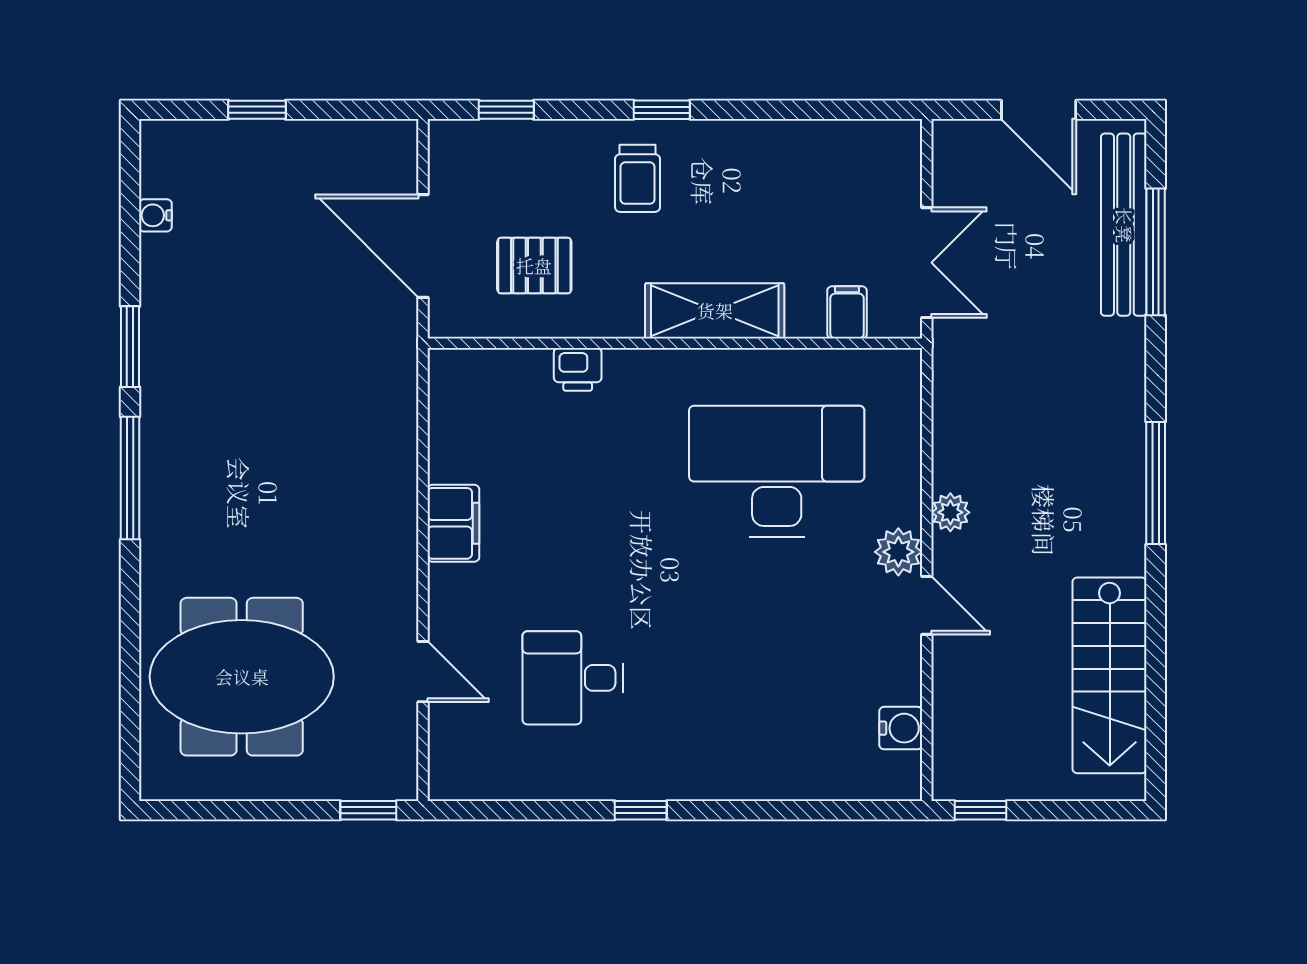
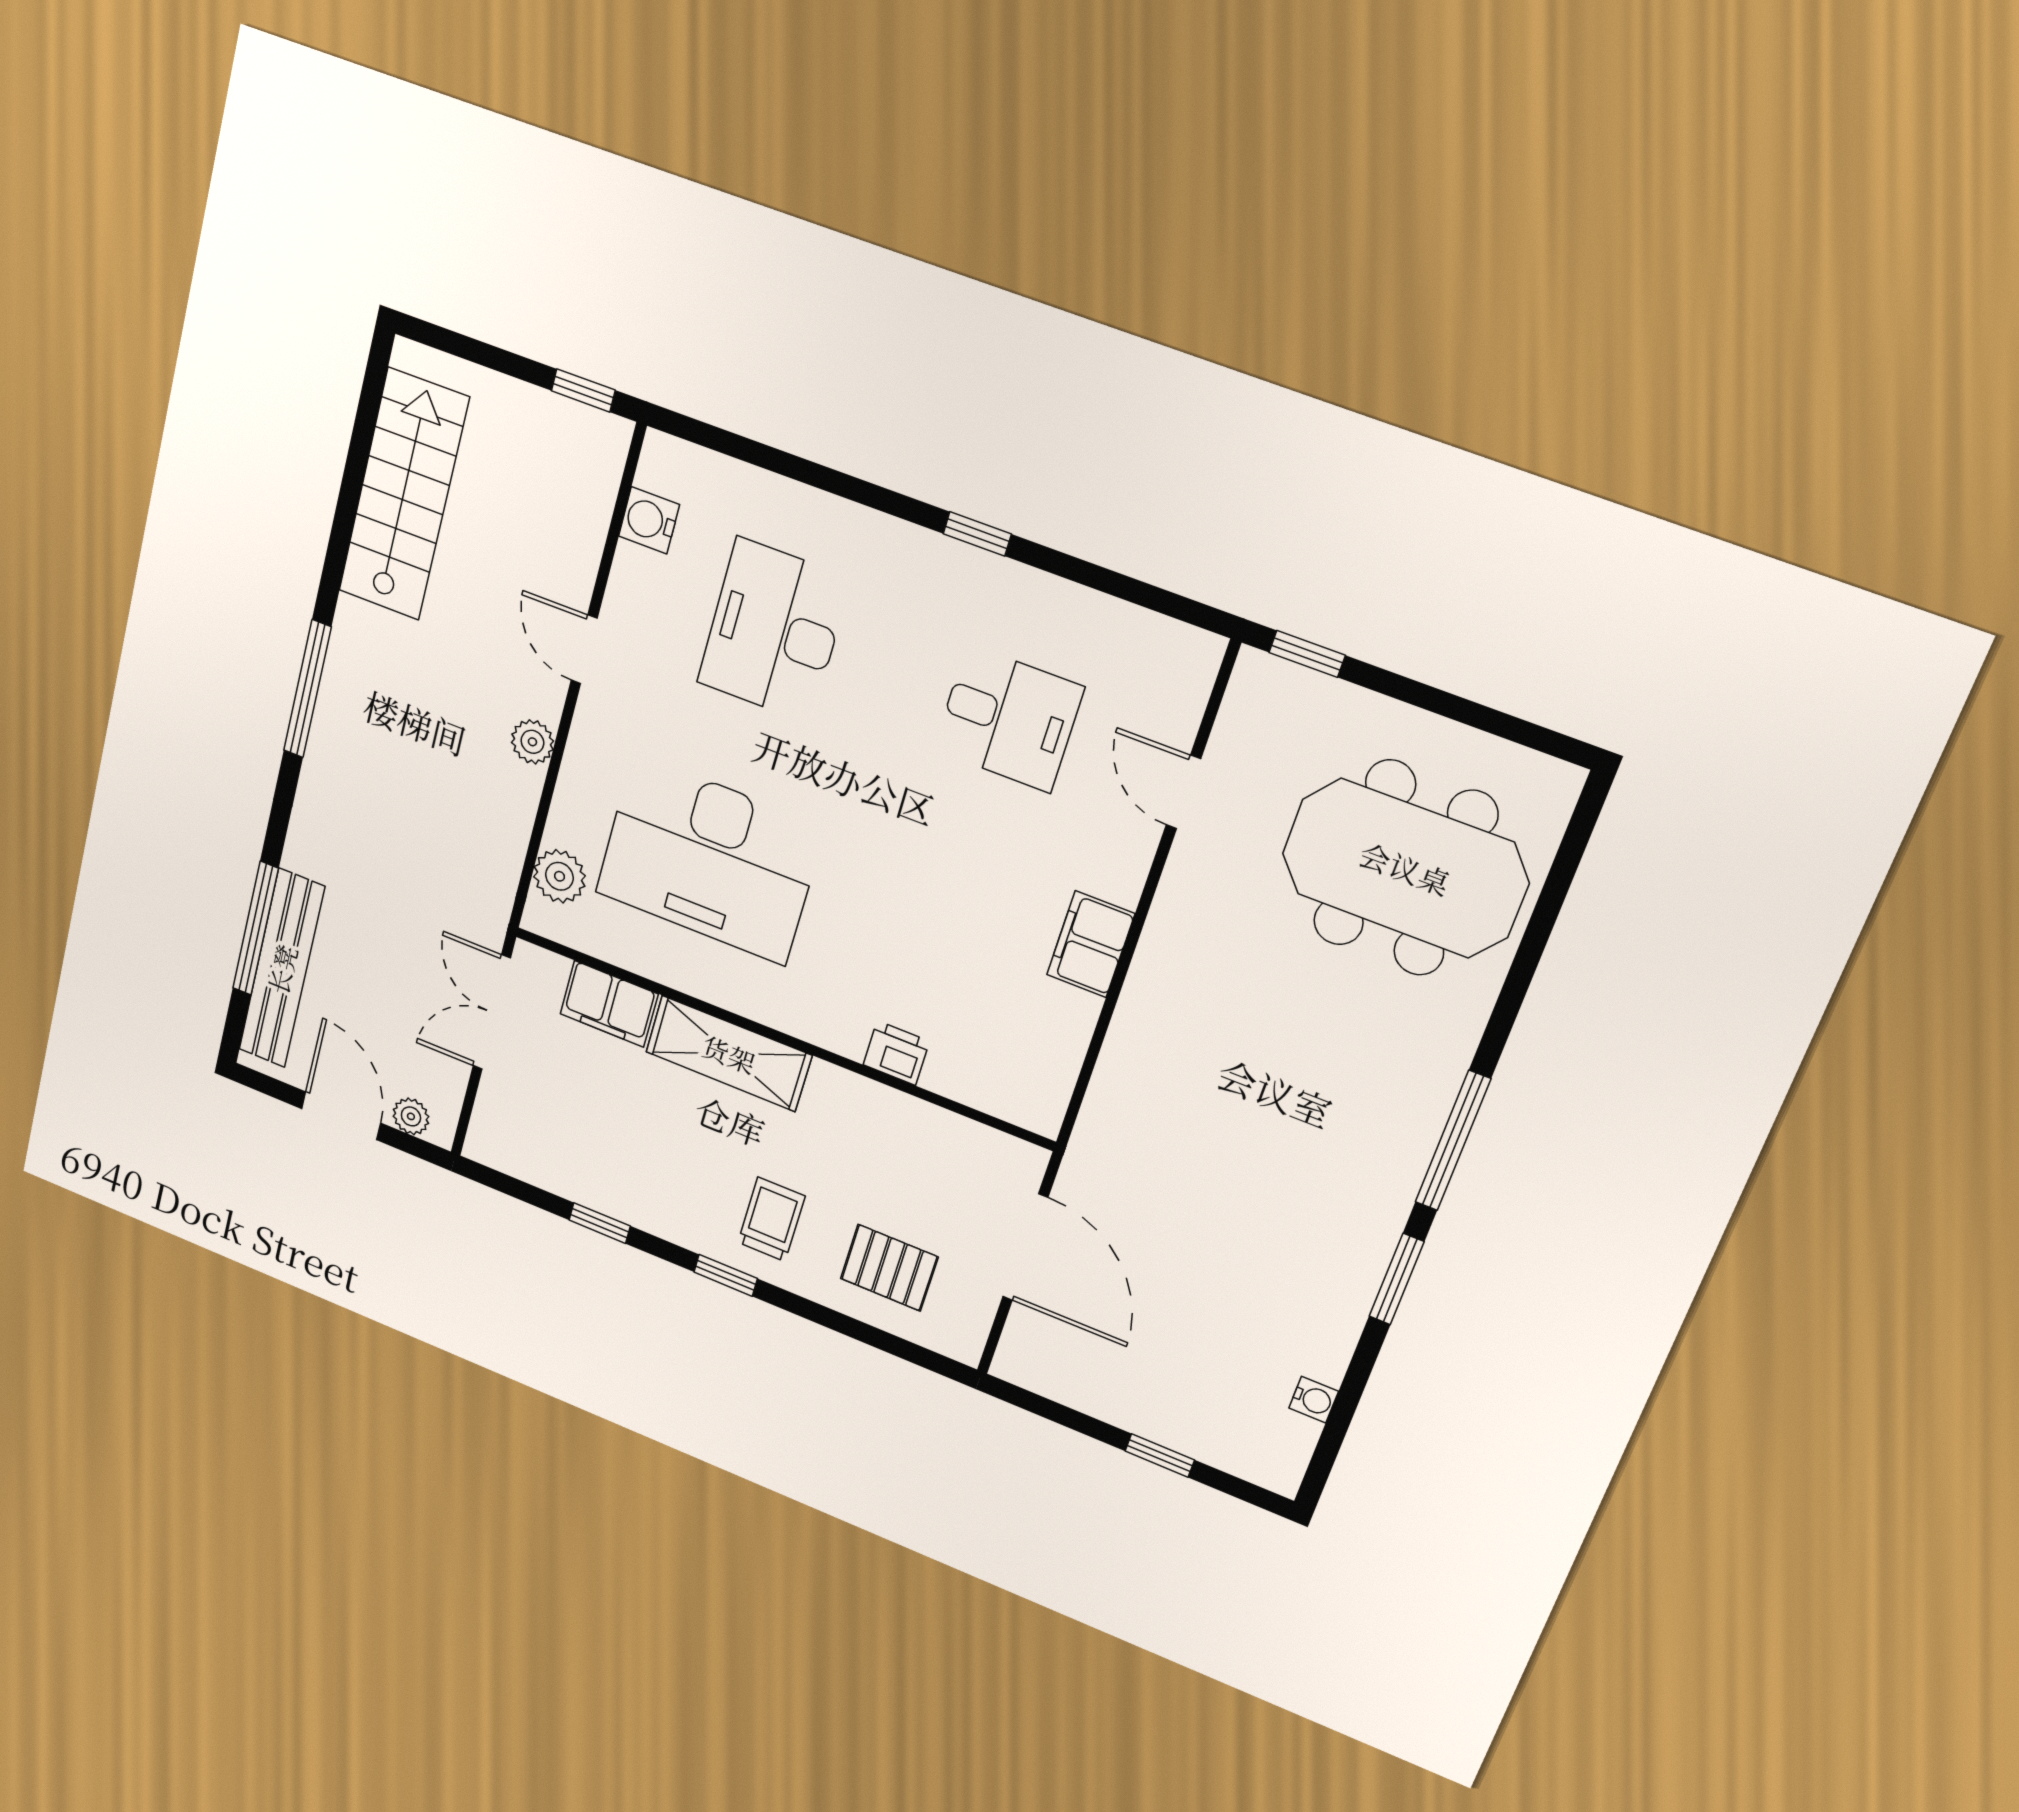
window: (506, 110) -> (600, 1223), moved
plant: (975, 136) -> (411, 1116), added
pallet: (534, 266) -> (889, 1268), moved
filing cabinet: (847, 312) -> (609, 1004), width x2.00
plant: (898, 552) -> (559, 876), moved
desk: (777, 678) -> (774, 631), added

